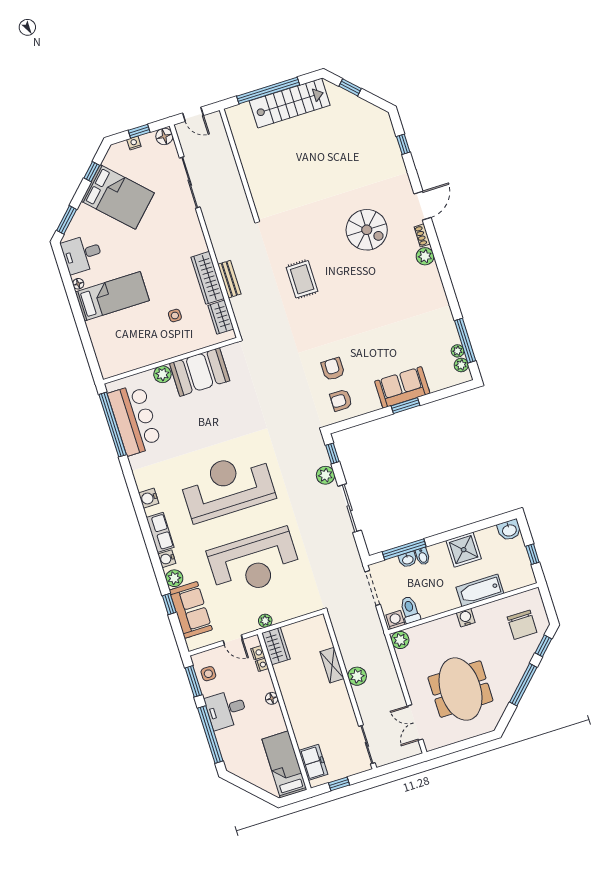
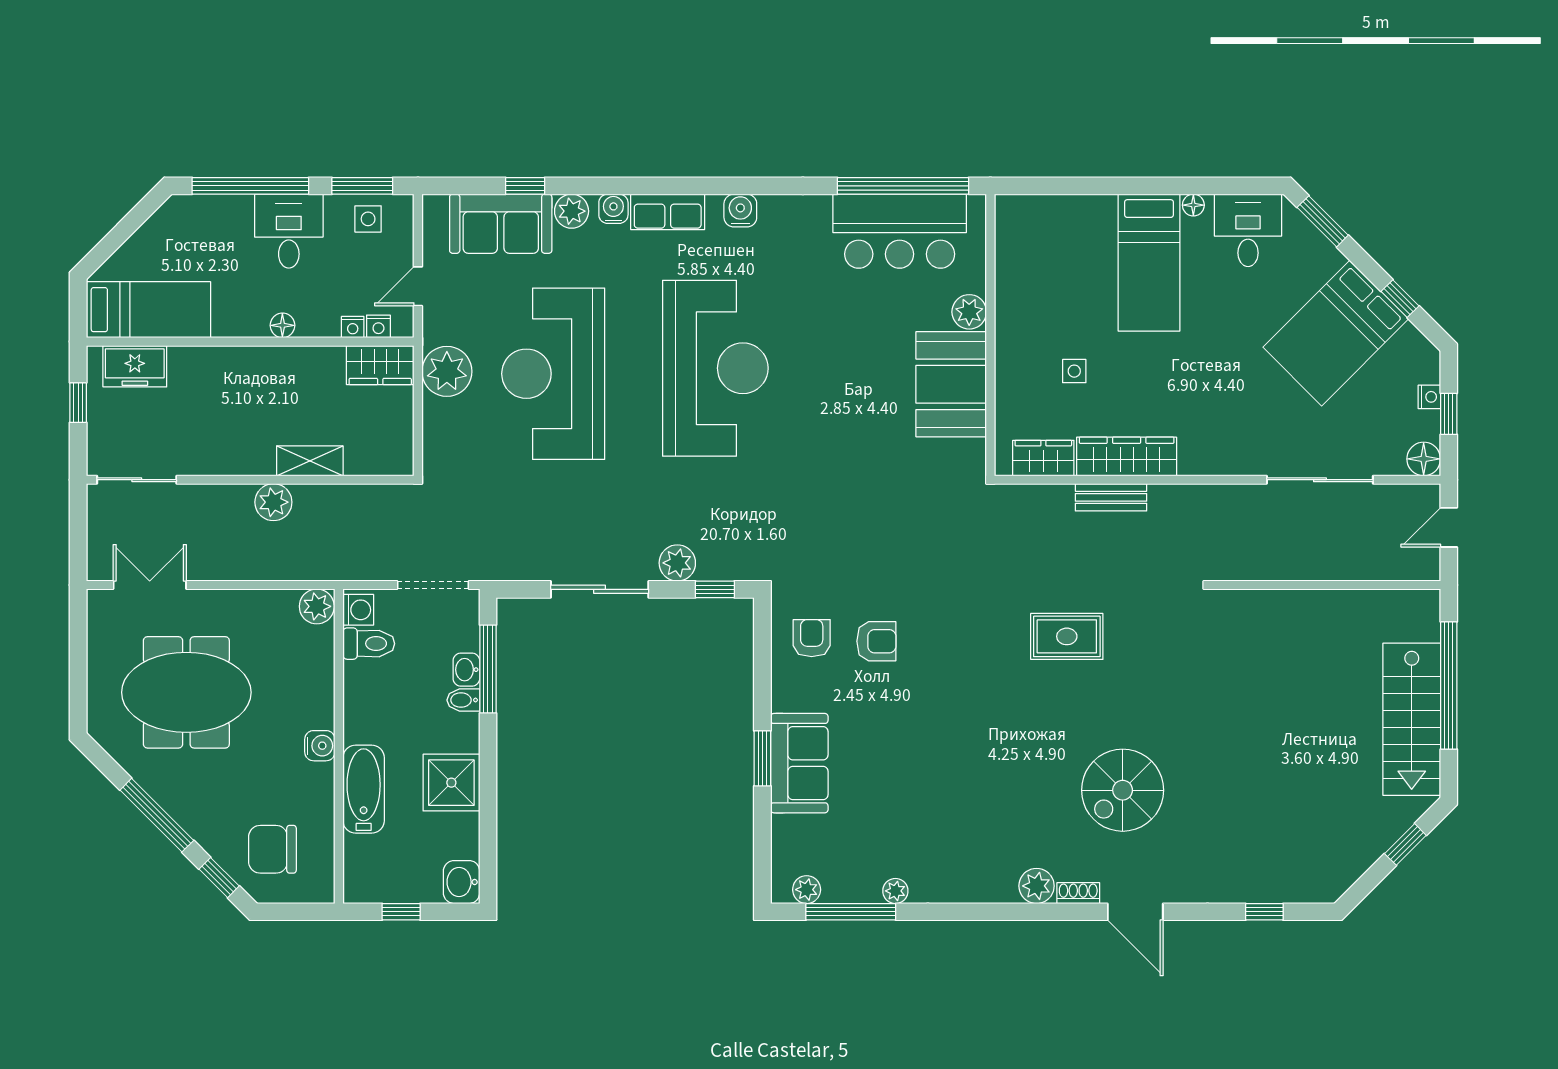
plant: (458, 351) -> (895, 891), moved
plant: (265, 621) -> (447, 371), width x1.87, depth x1.87

